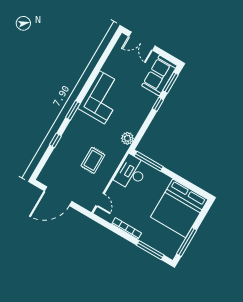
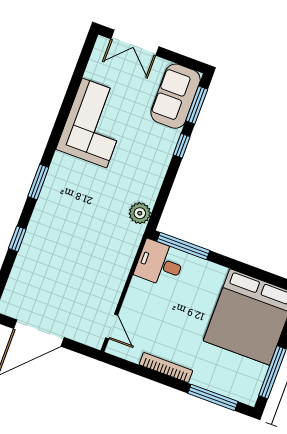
corner sofa: (102, 97) -> (94, 123), moved
rug: (93, 160) -> (88, 261), removed
desk: (131, 173) -> (160, 264), width x0.73

